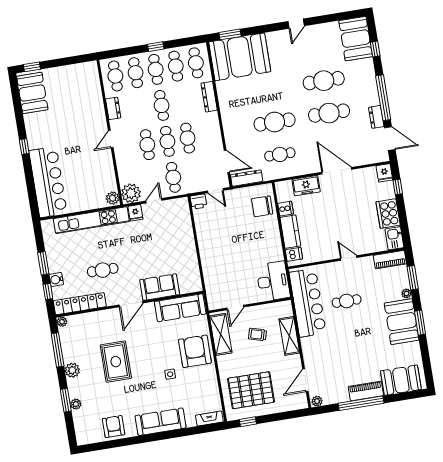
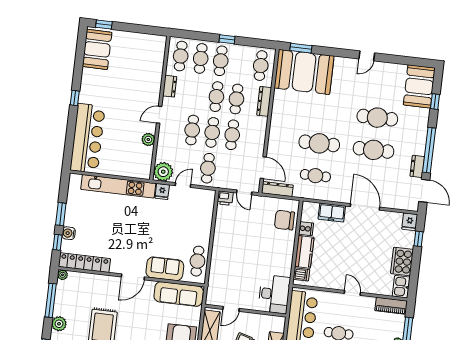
cafe table: (176, 66) -> (236, 99), moved
plant: (113, 198) -> (148, 139), moved
cafe table: (103, 270) -> (197, 261), moved, turned 90

